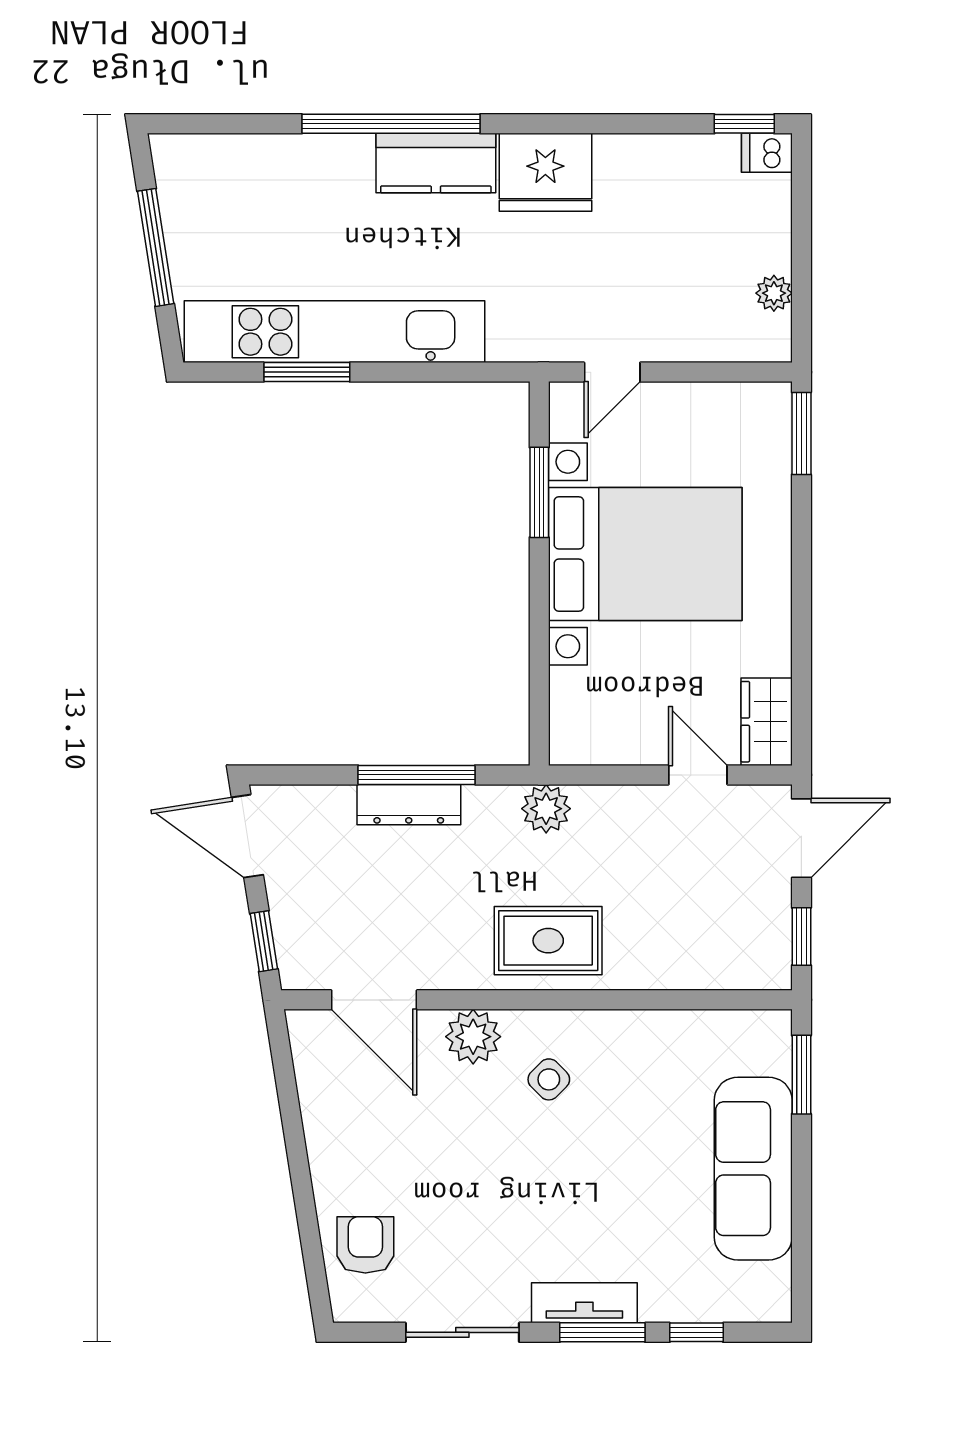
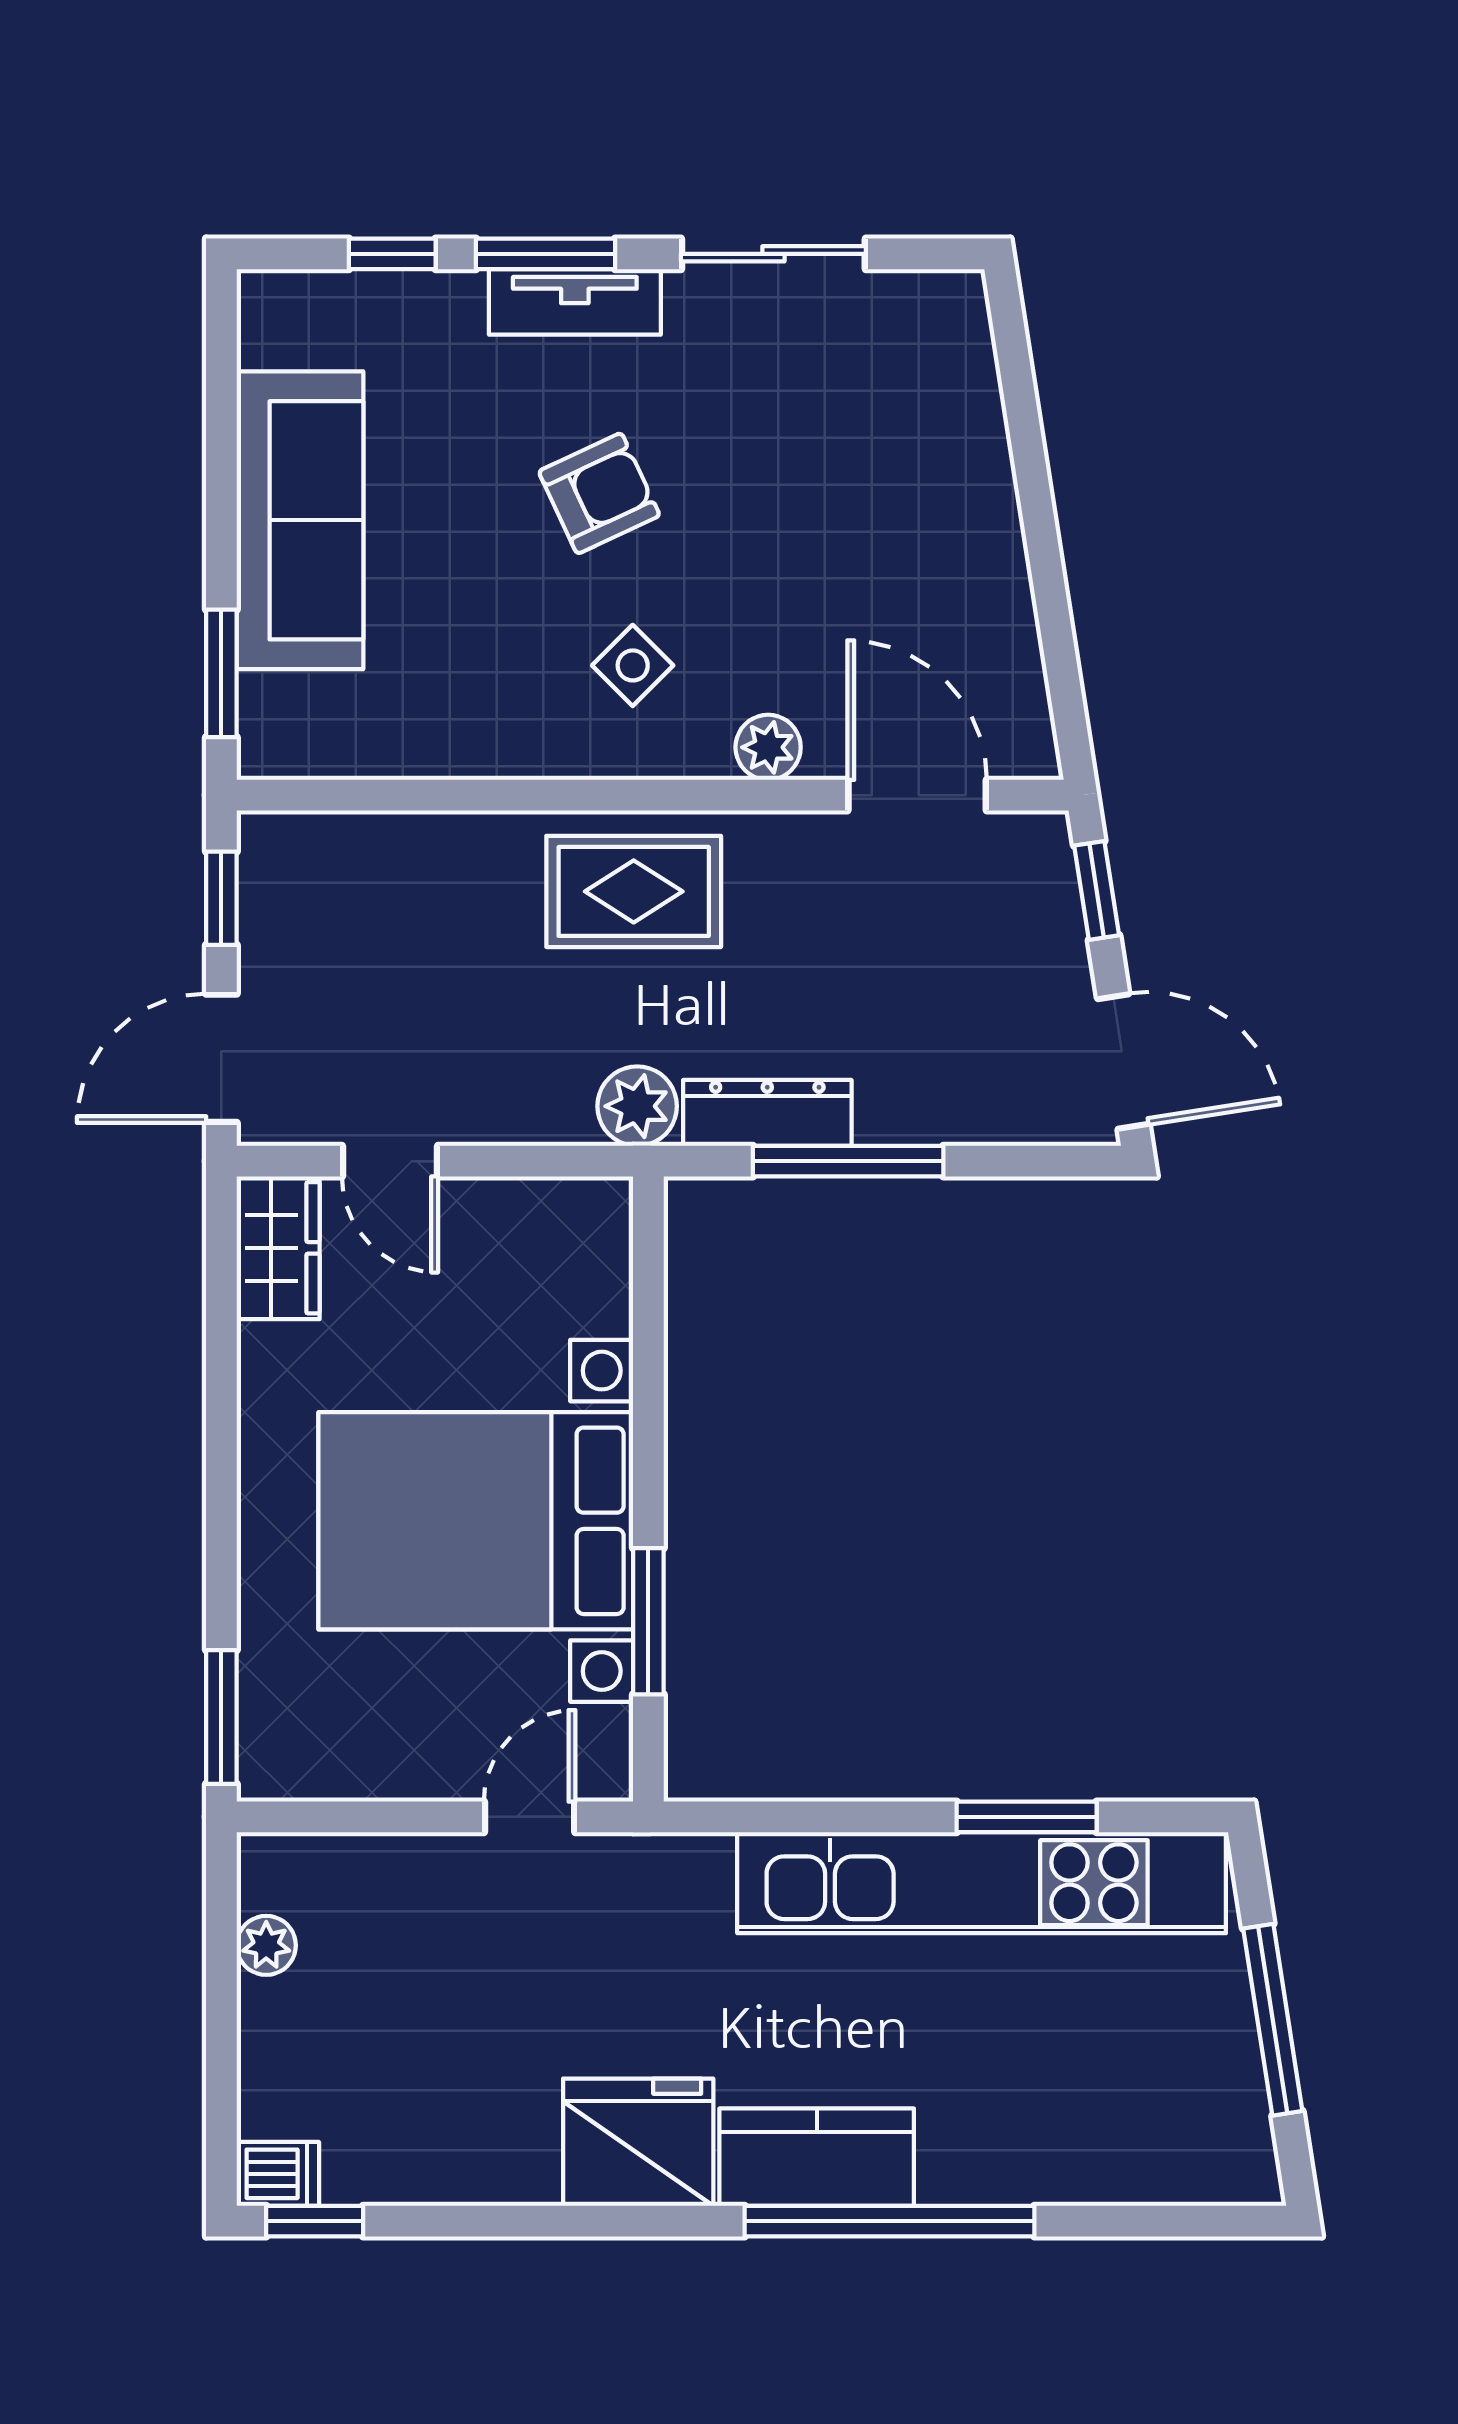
dresser: (409, 805) -> (767, 1113), moved
plant: (473, 1037) -> (768, 747), width x0.73, depth x0.73
armchair: (365, 1245) -> (599, 493), moved, turned -115

